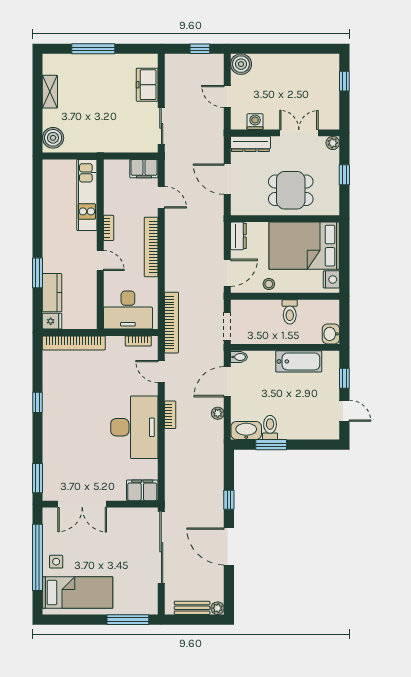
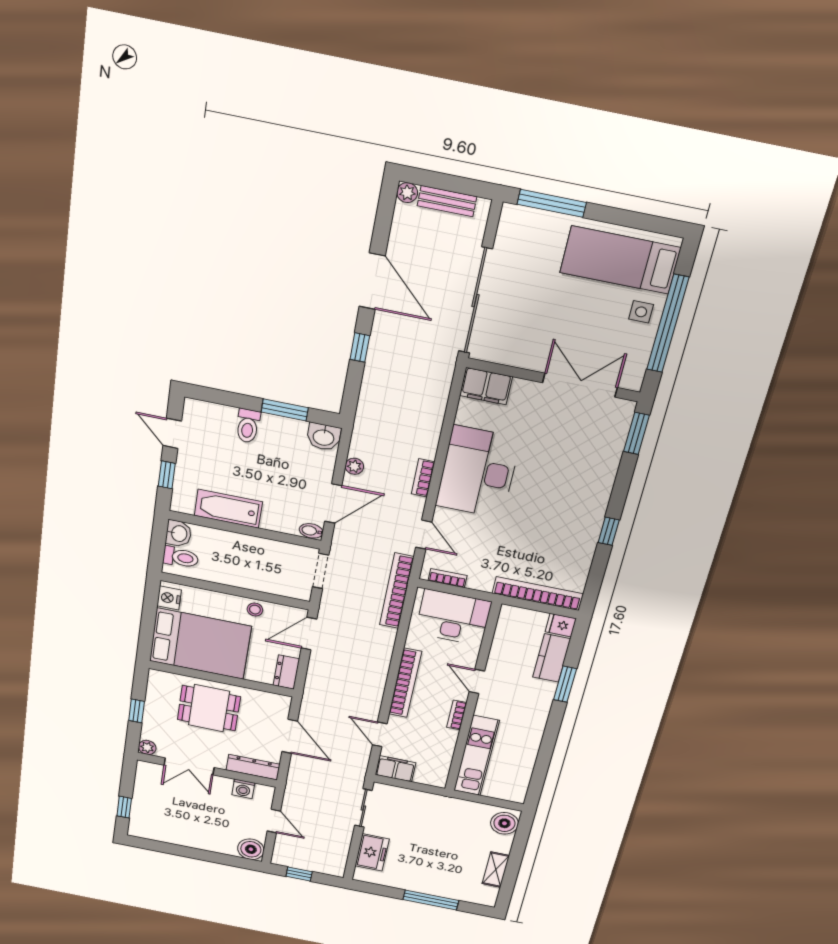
toilet: (290, 312) -> (181, 557), moved, turned 90
toilet: (270, 428) -> (248, 426), moved
washbasin: (246, 431) -> (324, 437), width x0.72

